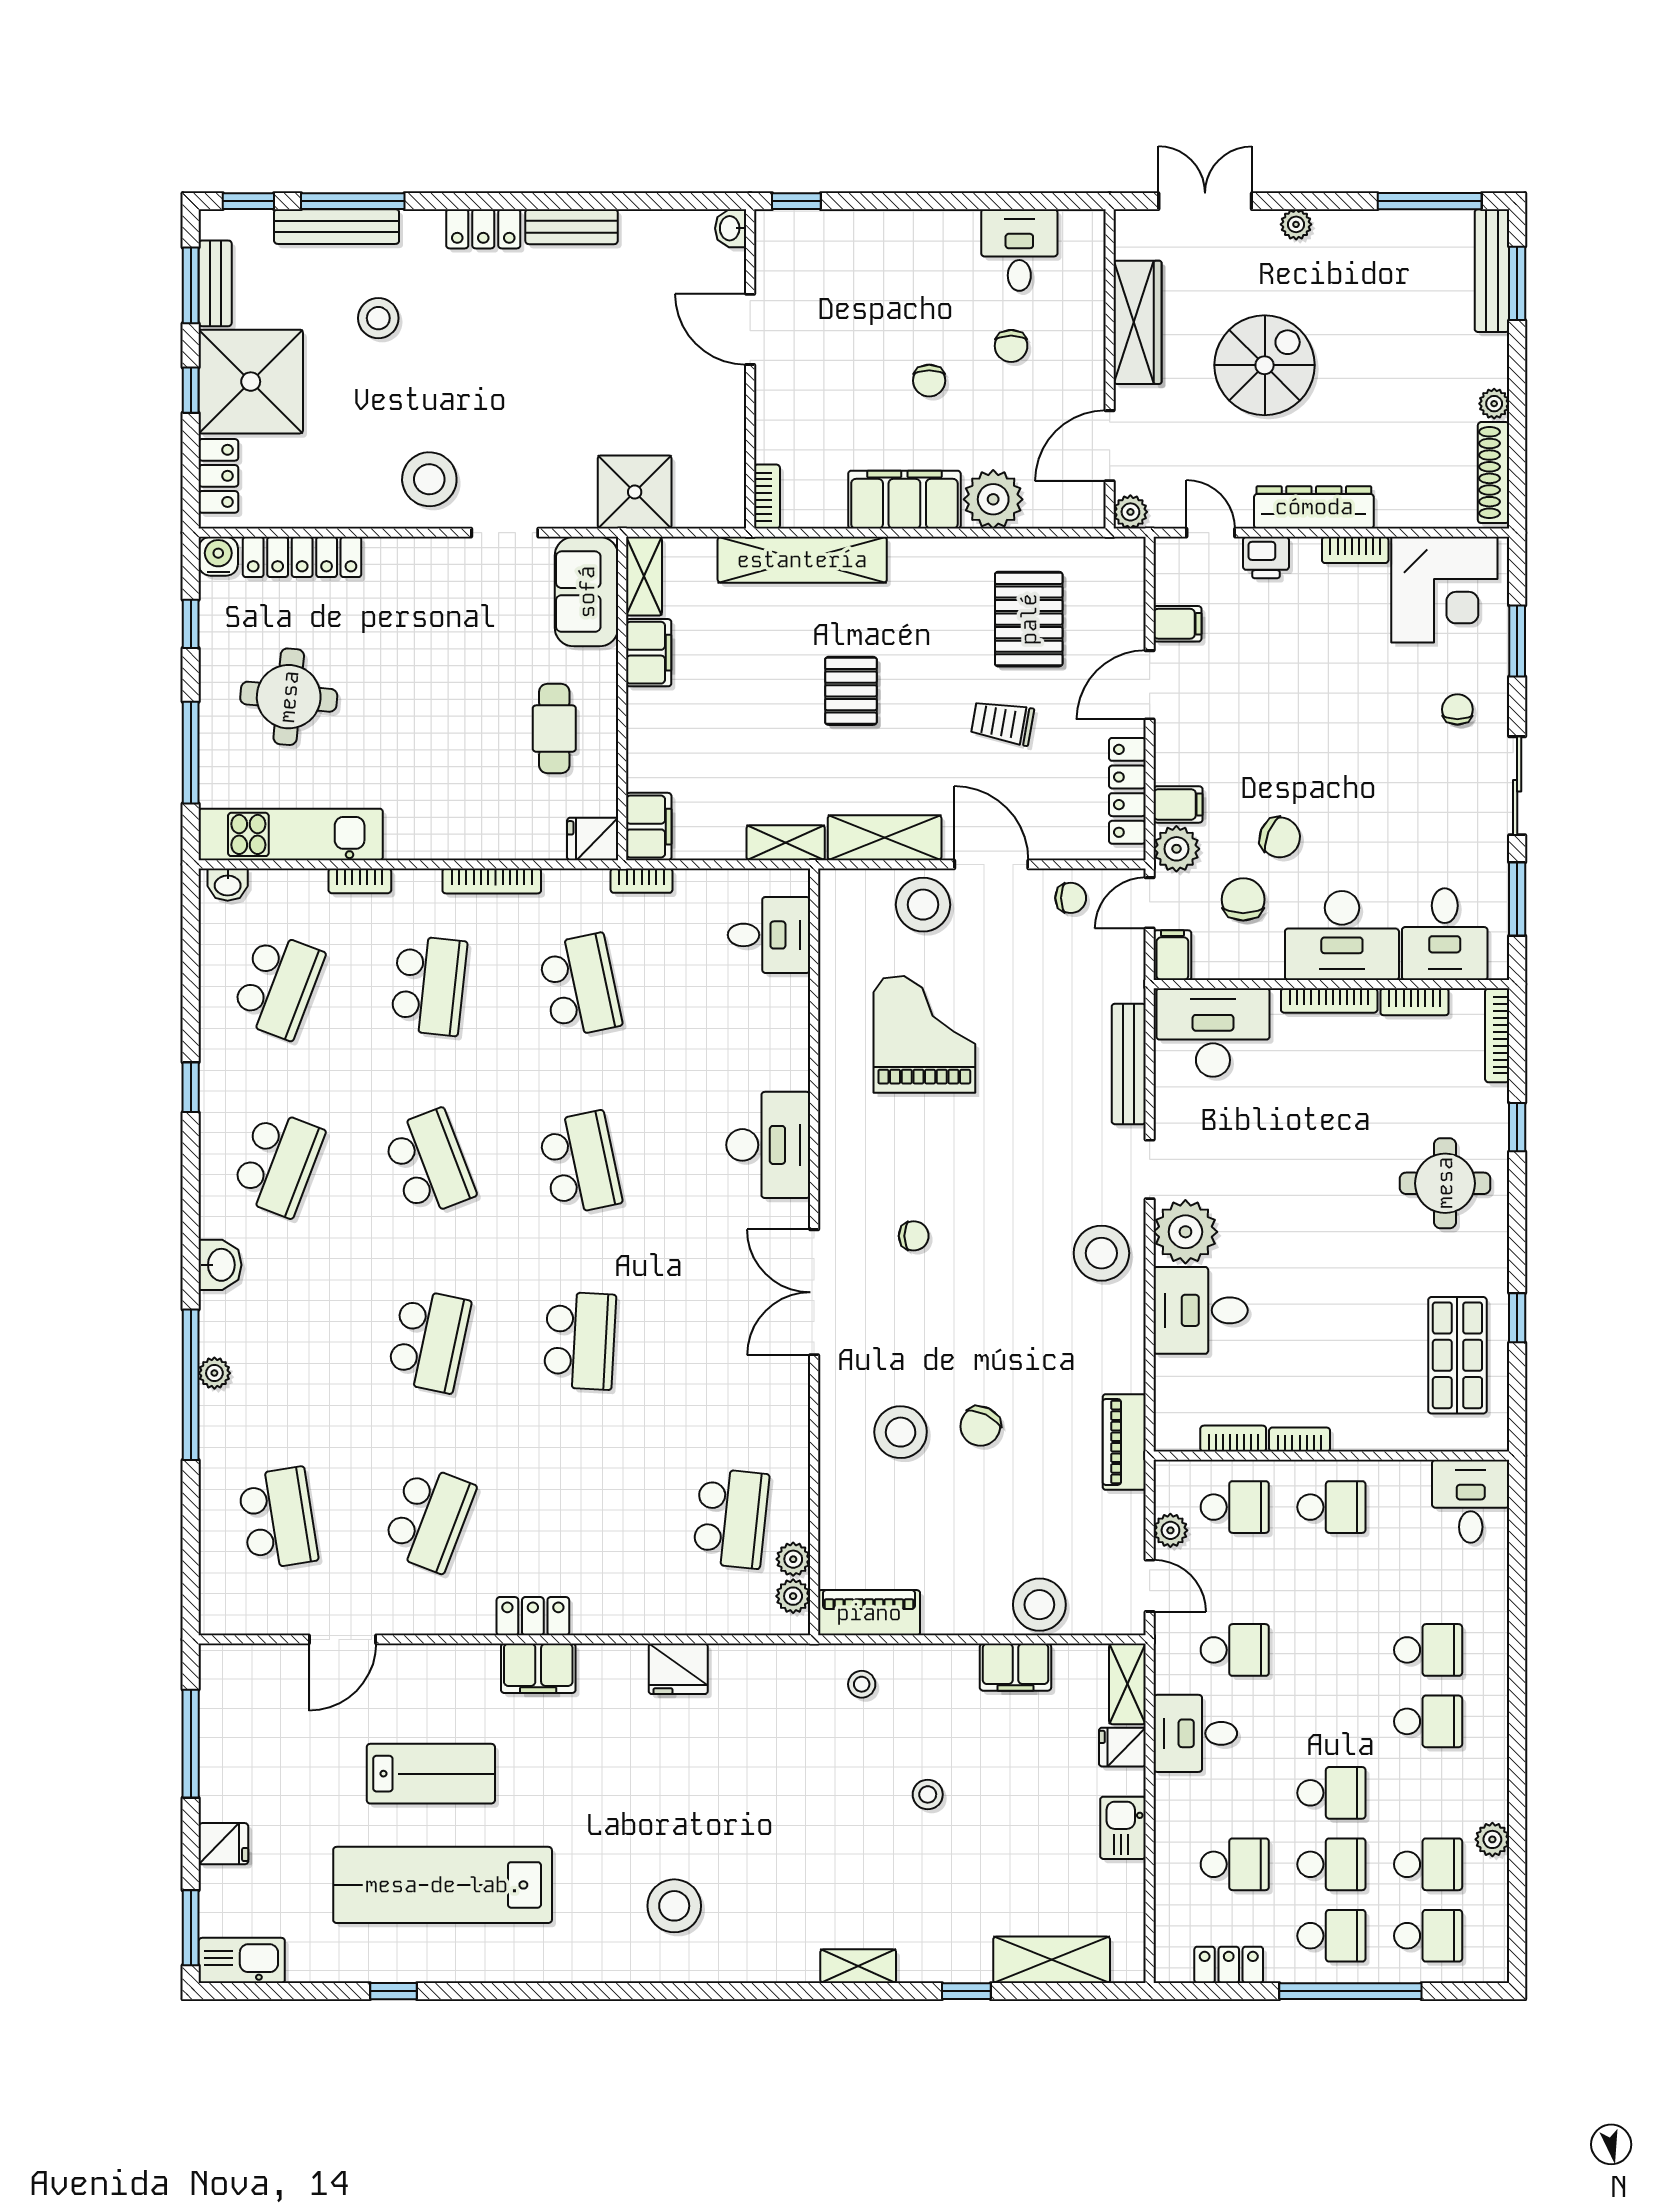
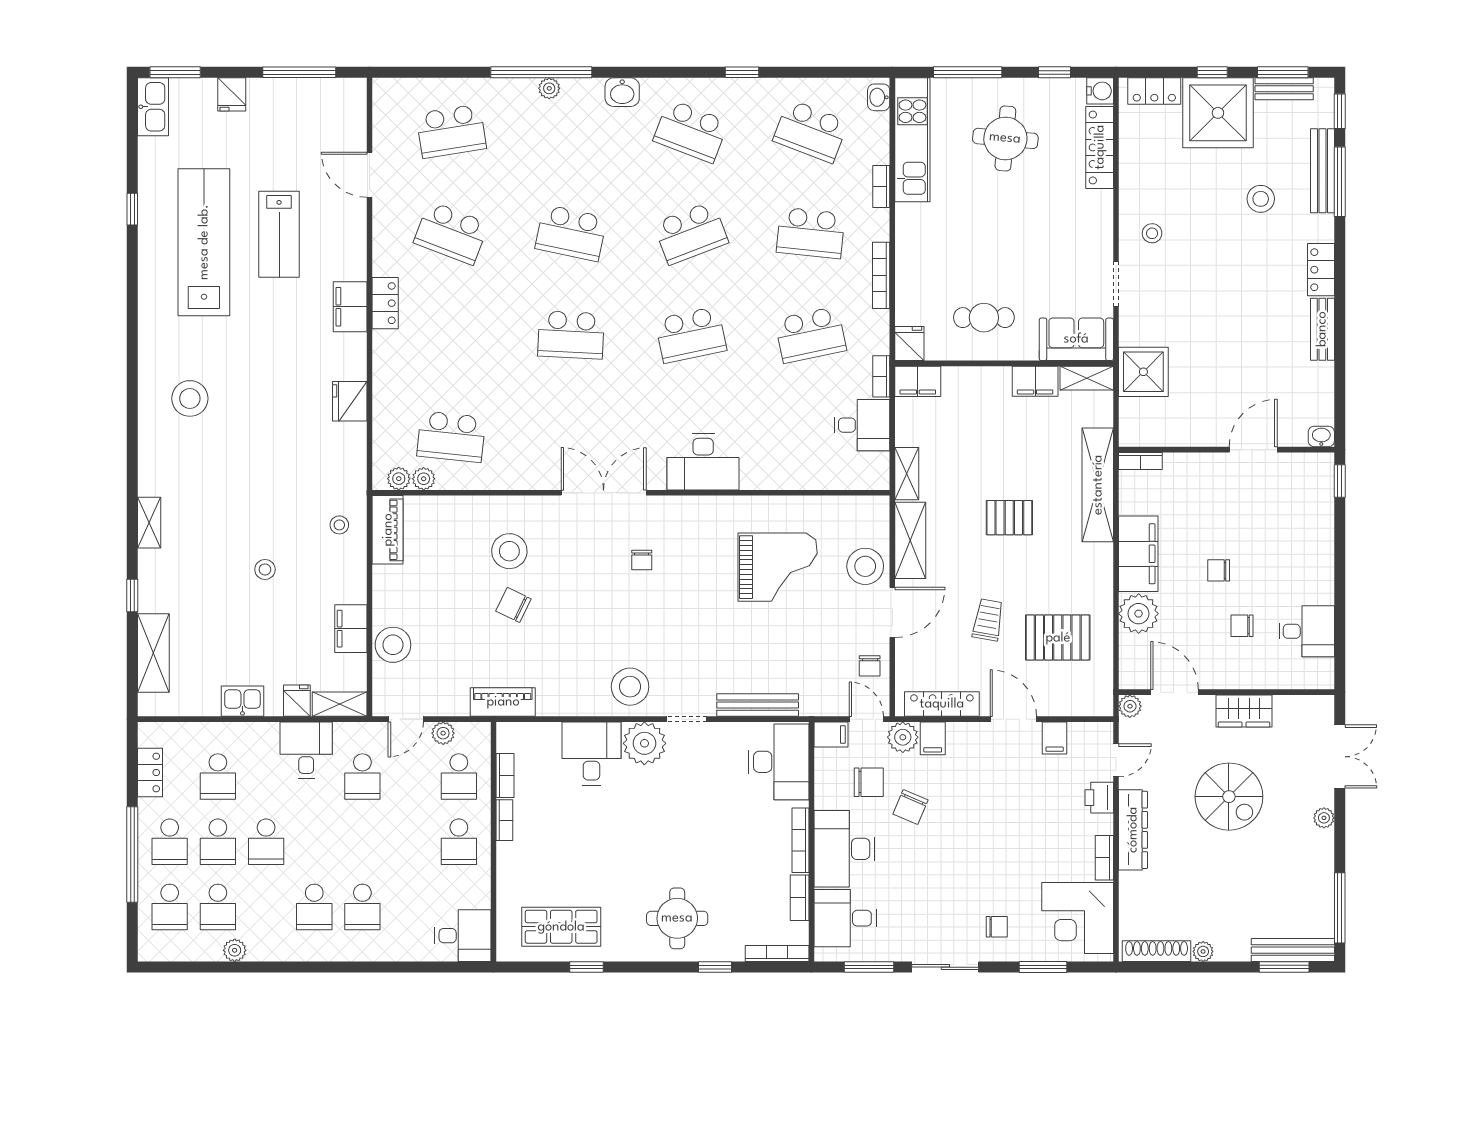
wardrobe: (1138, 322) -> (1244, 711), width x0.67
stool: (429, 479) -> (1152, 233), width x0.53, depth x0.53
desk: (769, 935) -> (862, 425), moved, turned -90

